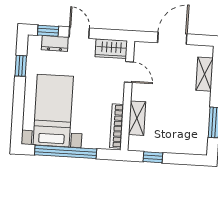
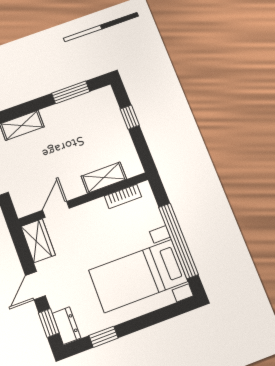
dresser: (55, 43) -> (66, 326), moved
bookcase: (117, 126) -> (123, 196), width x0.64
window: (153, 157) -> (130, 117), moved

